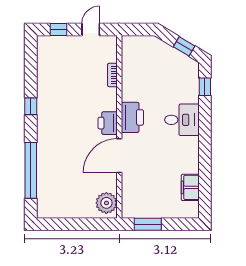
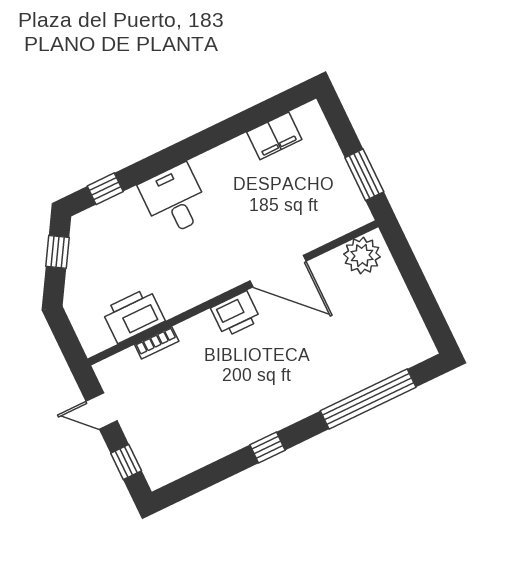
printer: (132, 117) -> (133, 315), moved

